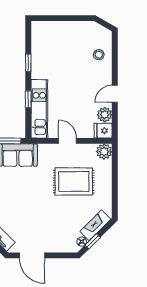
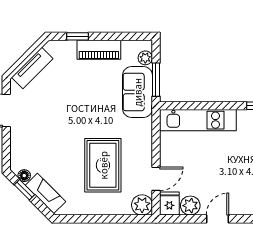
door: (115, 94) -> (217, 219), hinge flipped
window: (28, 99) -> (210, 106), removed
door: (67, 141) -> (156, 179), moved

